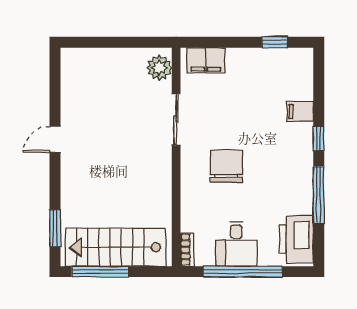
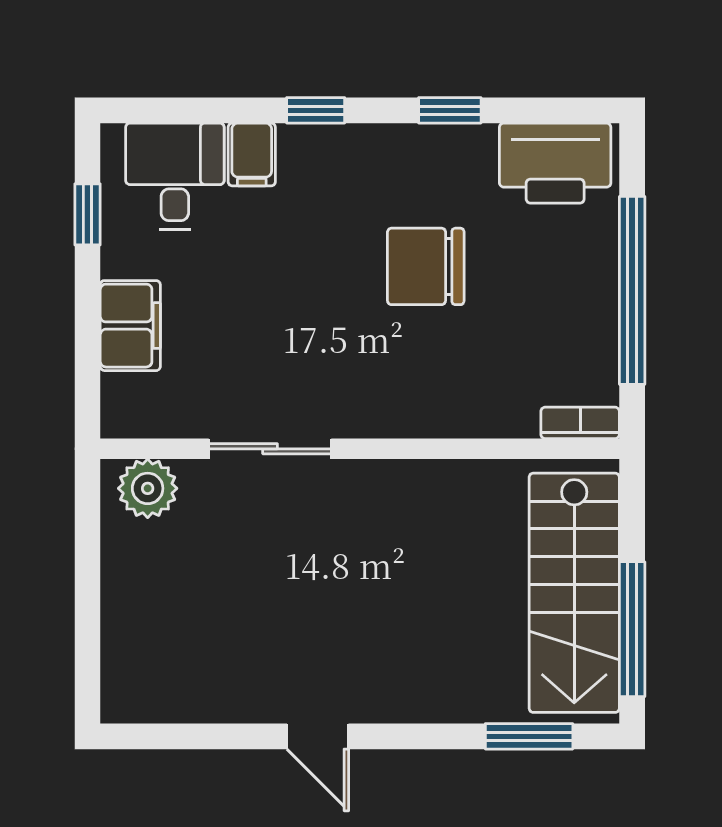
filing cabinet: (206, 60) -> (130, 326), moved
chair: (226, 166) -> (426, 266), moved
window: (319, 195) -> (450, 110), width x0.46
desk: (236, 244) -> (175, 176), moved, turned -90

